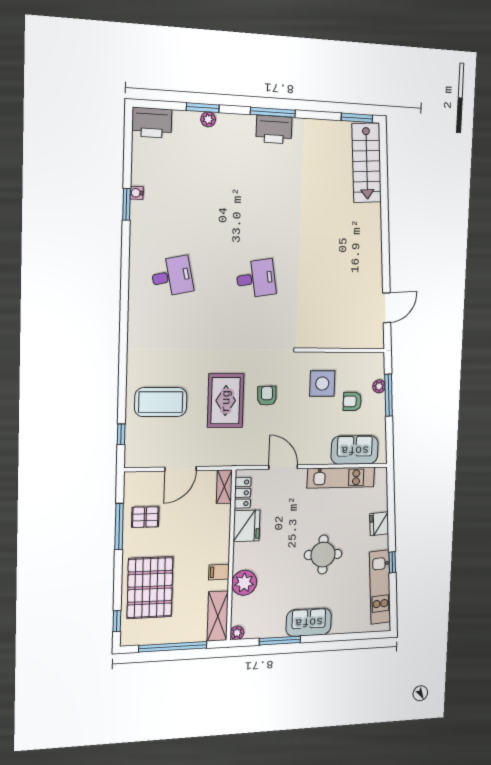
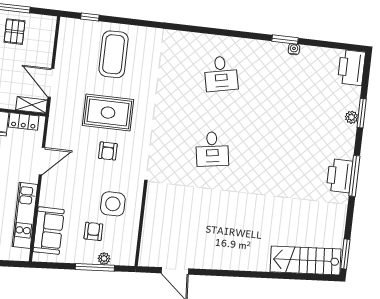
armchair: (267, 396) -> (108, 151), turned 92
door: (181, 469) -> (51, 83), moved

